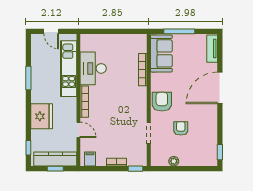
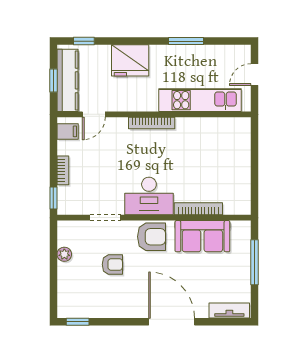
sofa: (161, 53) -> (202, 236), moved
desk: (93, 68) -> (149, 196), moved, turned 180
door: (78, 130) -> (94, 114), moved

